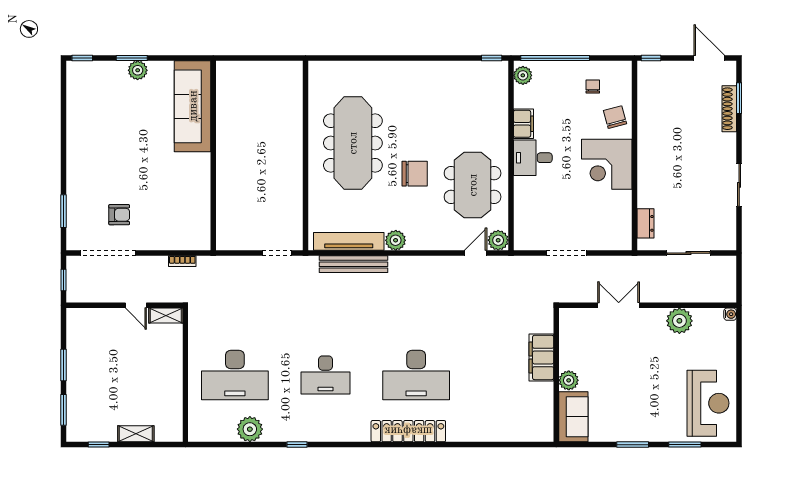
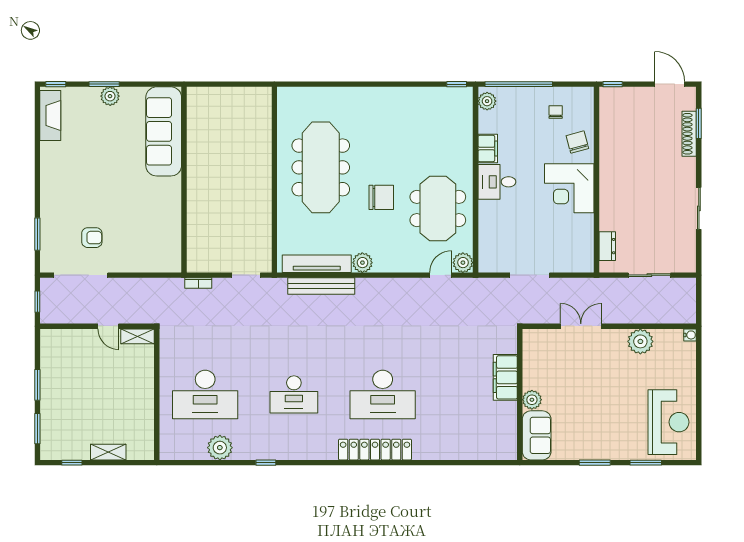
fireplace: (77, 90) -> (50, 115), added
bookcase: (182, 261) -> (198, 283), moved

